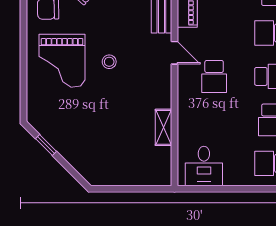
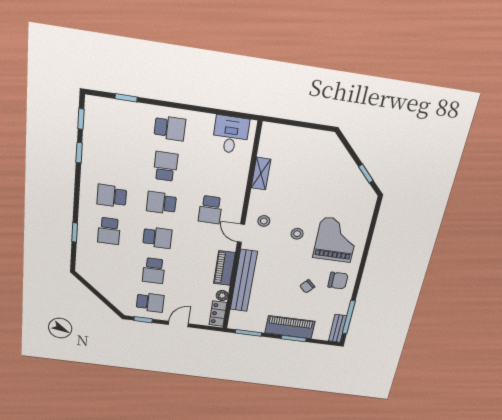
stool: (151, 72) -> (264, 221), added
school desk: (214, 76) -> (210, 210), turned 180

